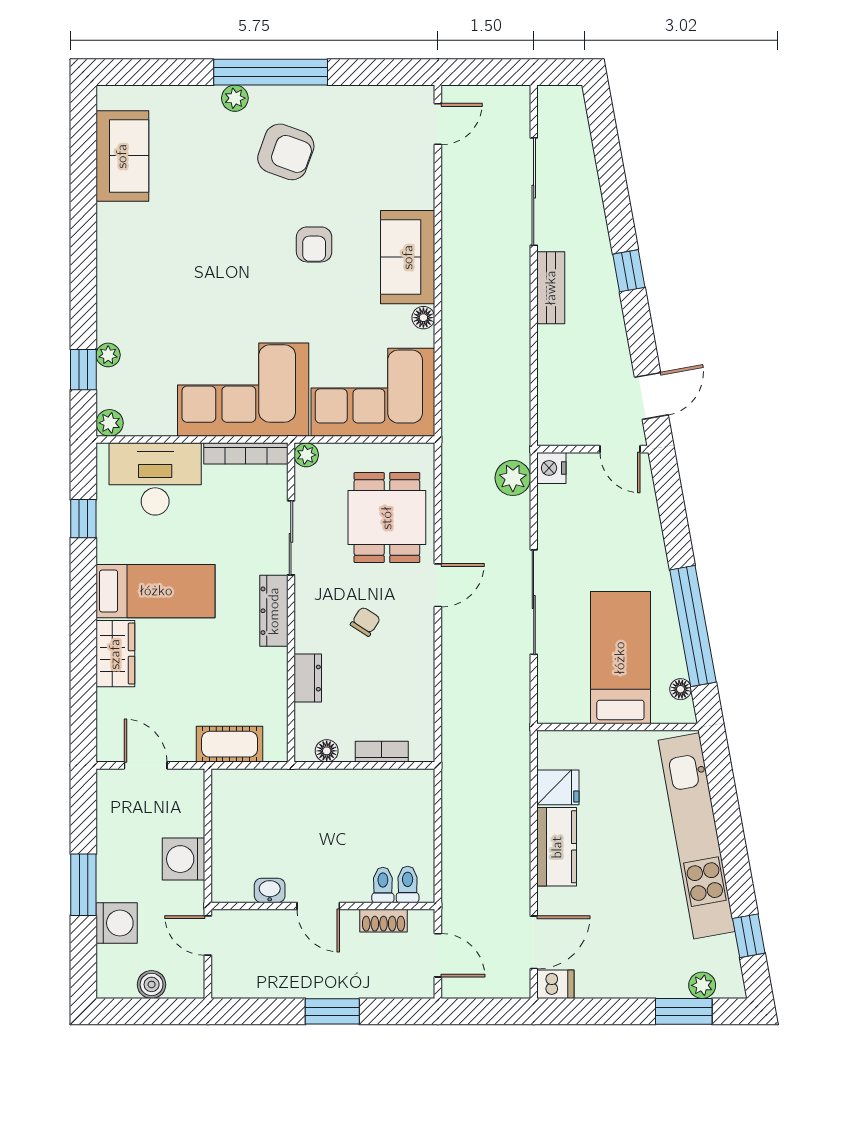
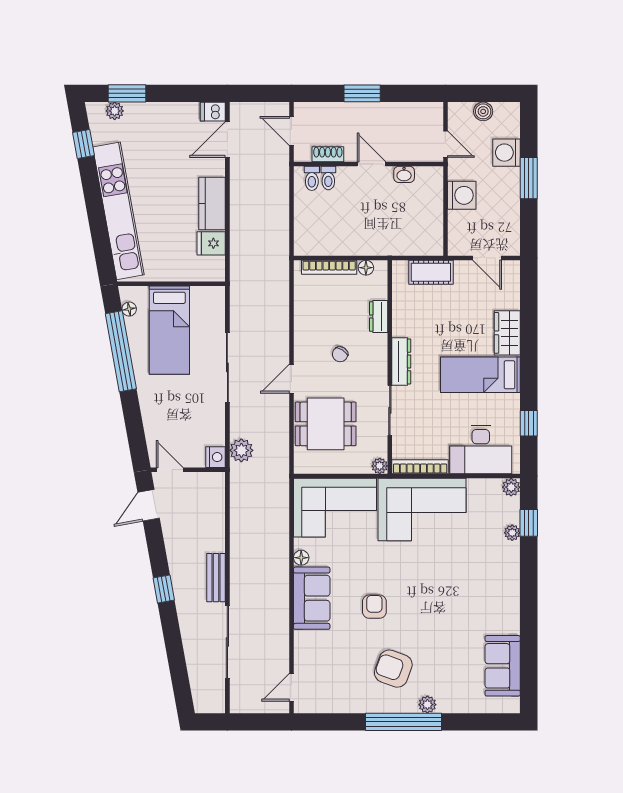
dining table: (387, 518) -> (326, 424), turned 90
bookcase: (382, 752) -> (329, 267), width x1.56

